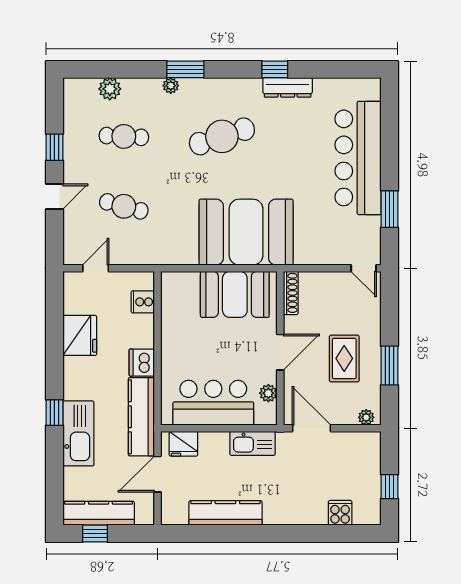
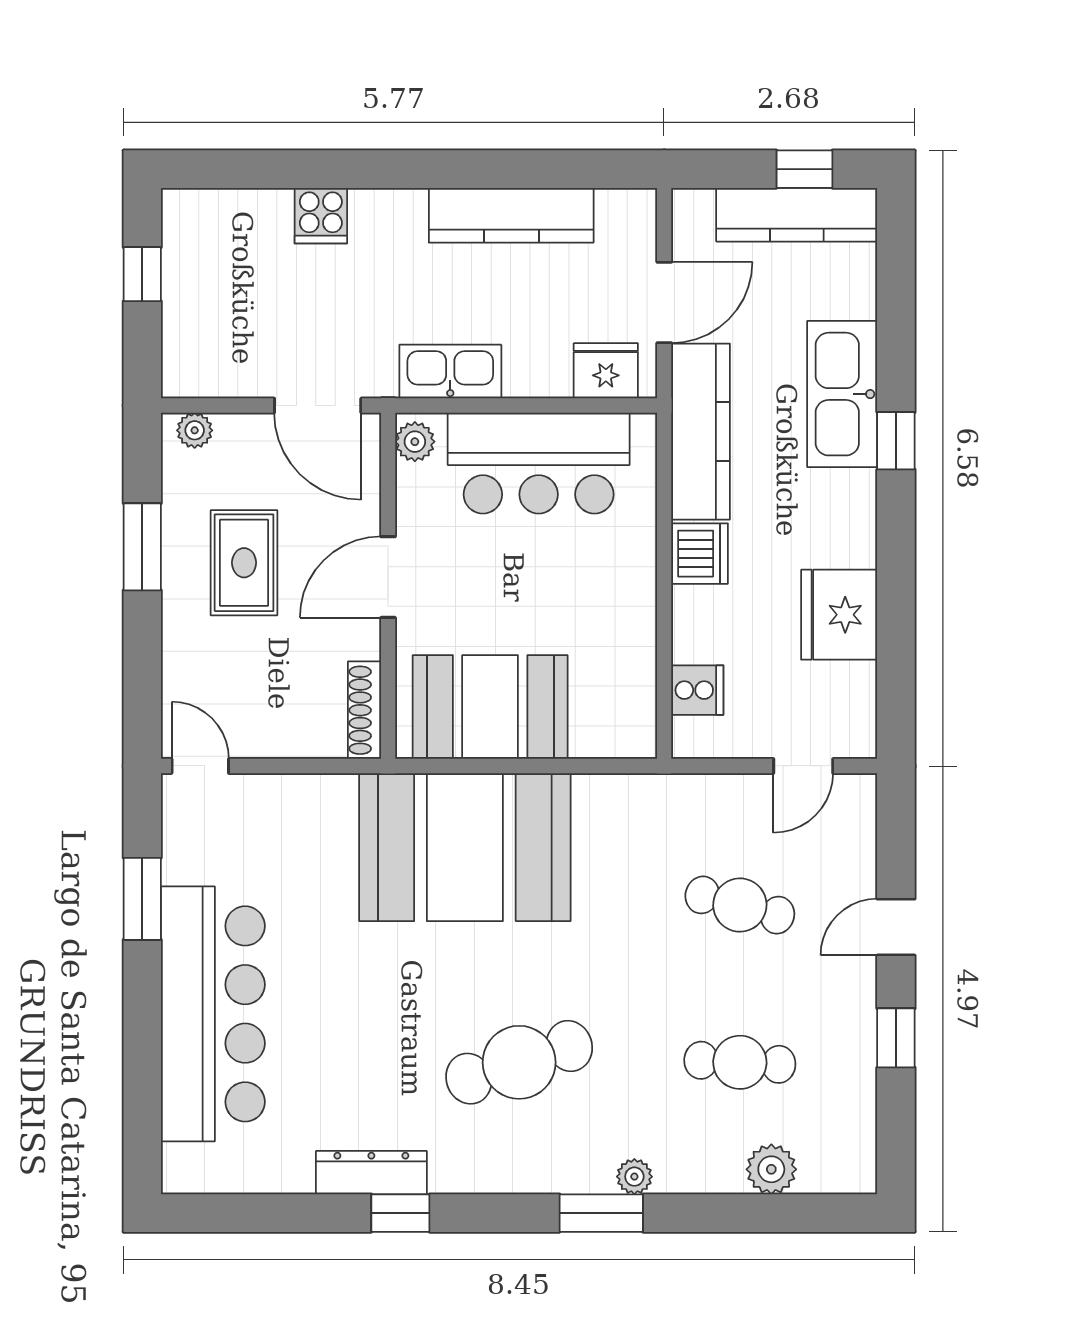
plant: (268, 393) -> (415, 442), moved
cooker: (340, 513) -> (321, 216), moved

